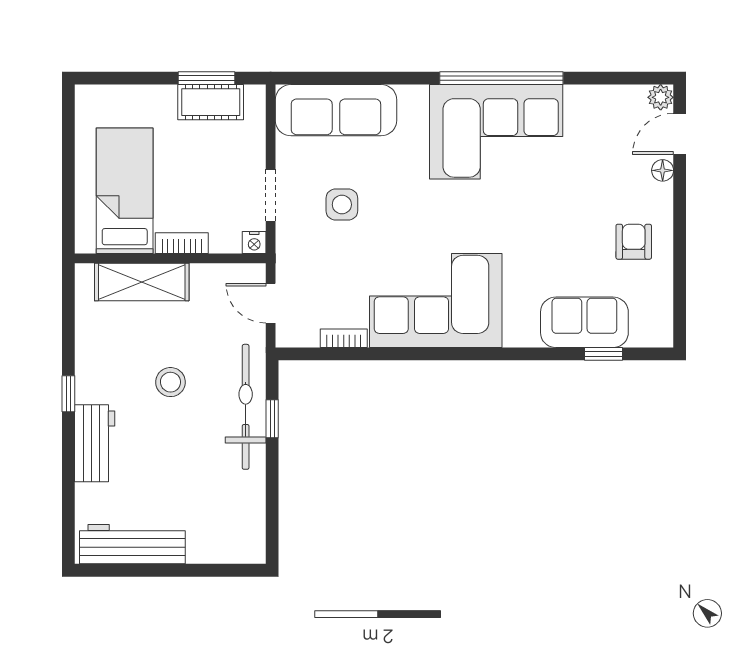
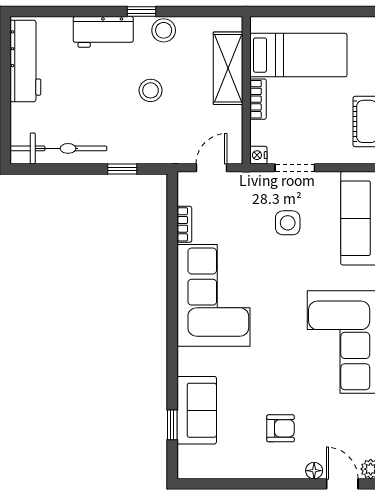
armchair: (634, 242) -> (281, 428), moved
stool: (93, 365) -> (164, 30), added
bicycle: (246, 407) -> (58, 148), moved

